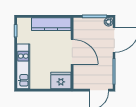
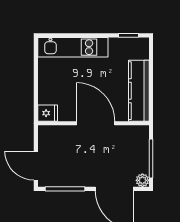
door: (72, 52) -> (96, 123), swing flipped
fridge: (61, 80) -> (48, 113), width x0.53, depth x0.75

